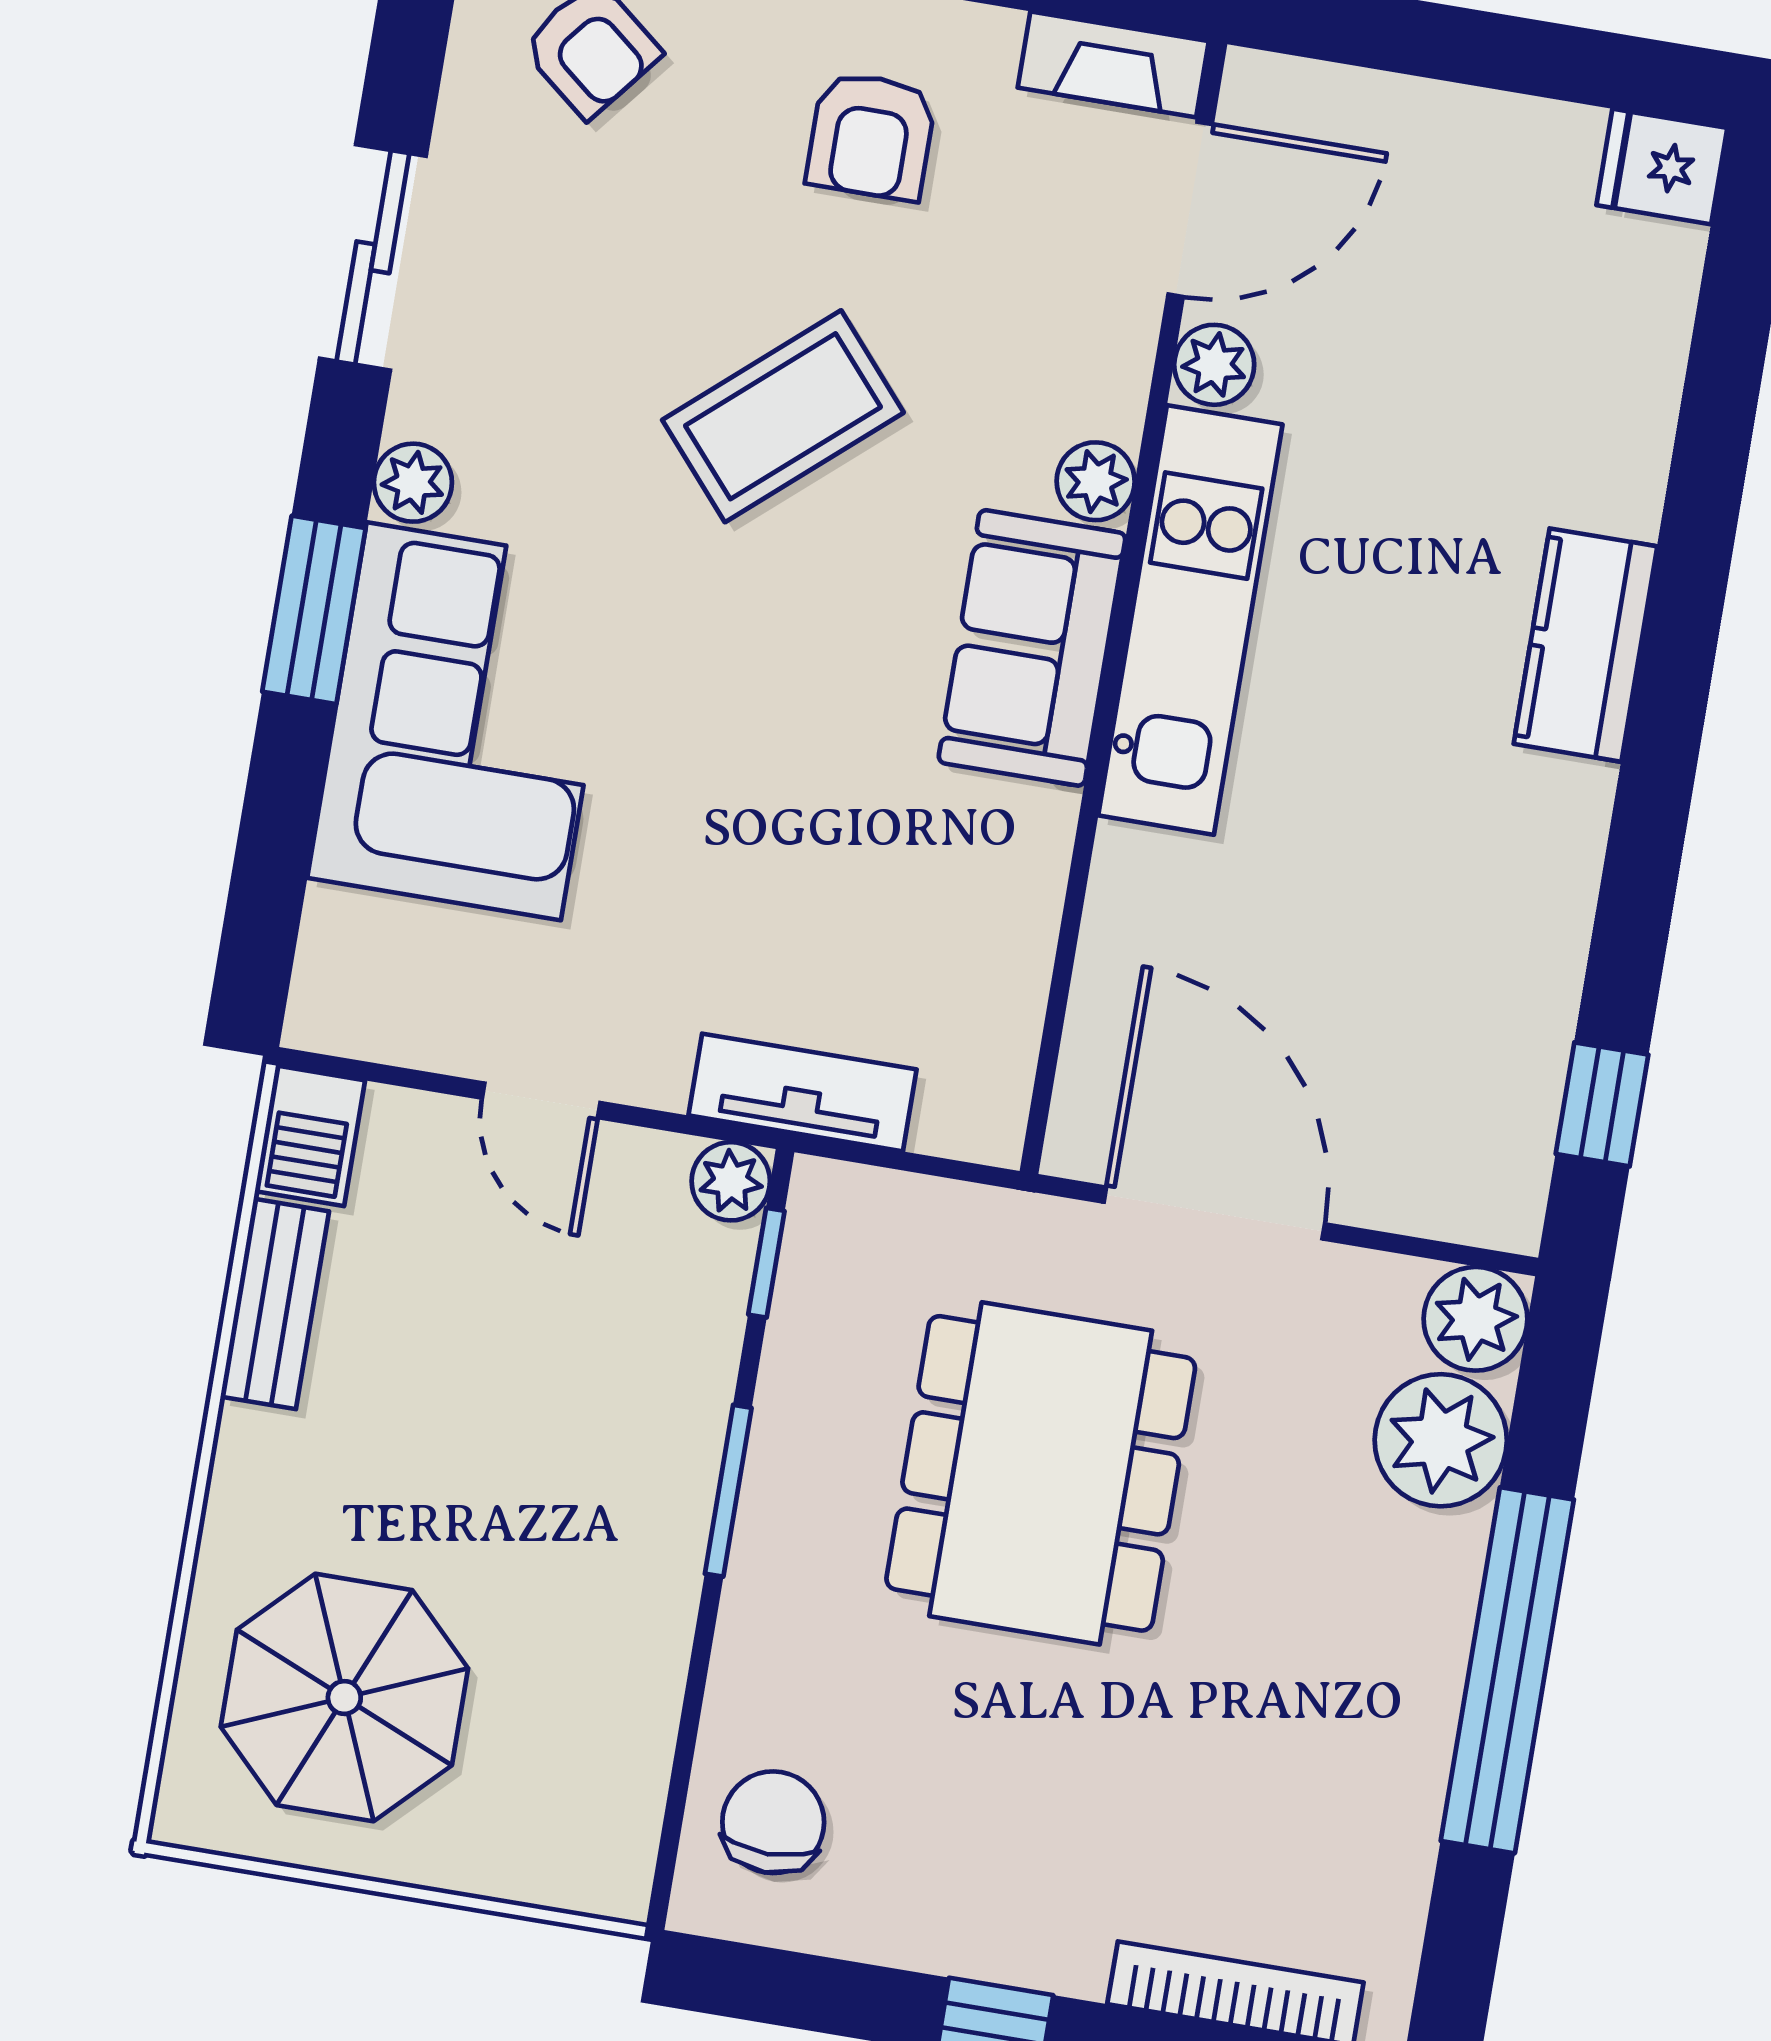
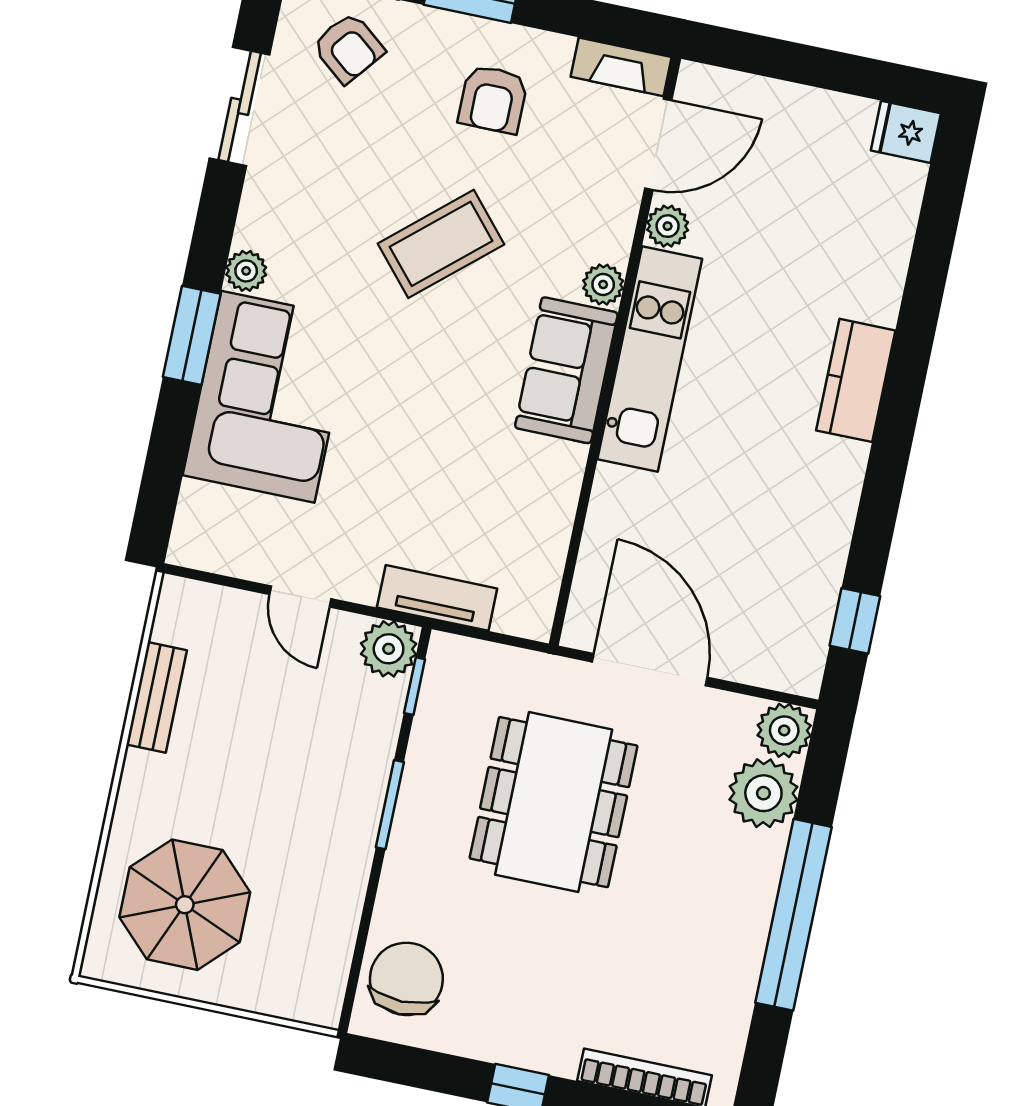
sliding door: (373, 257) -> (240, 106), moved
barbecue: (310, 1136) -> (179, 610), removed
plant: (731, 1181) -> (389, 649), width x1.38, depth x1.38
chair: (773, 1822) -> (406, 979), width x1.37, depth x1.37

